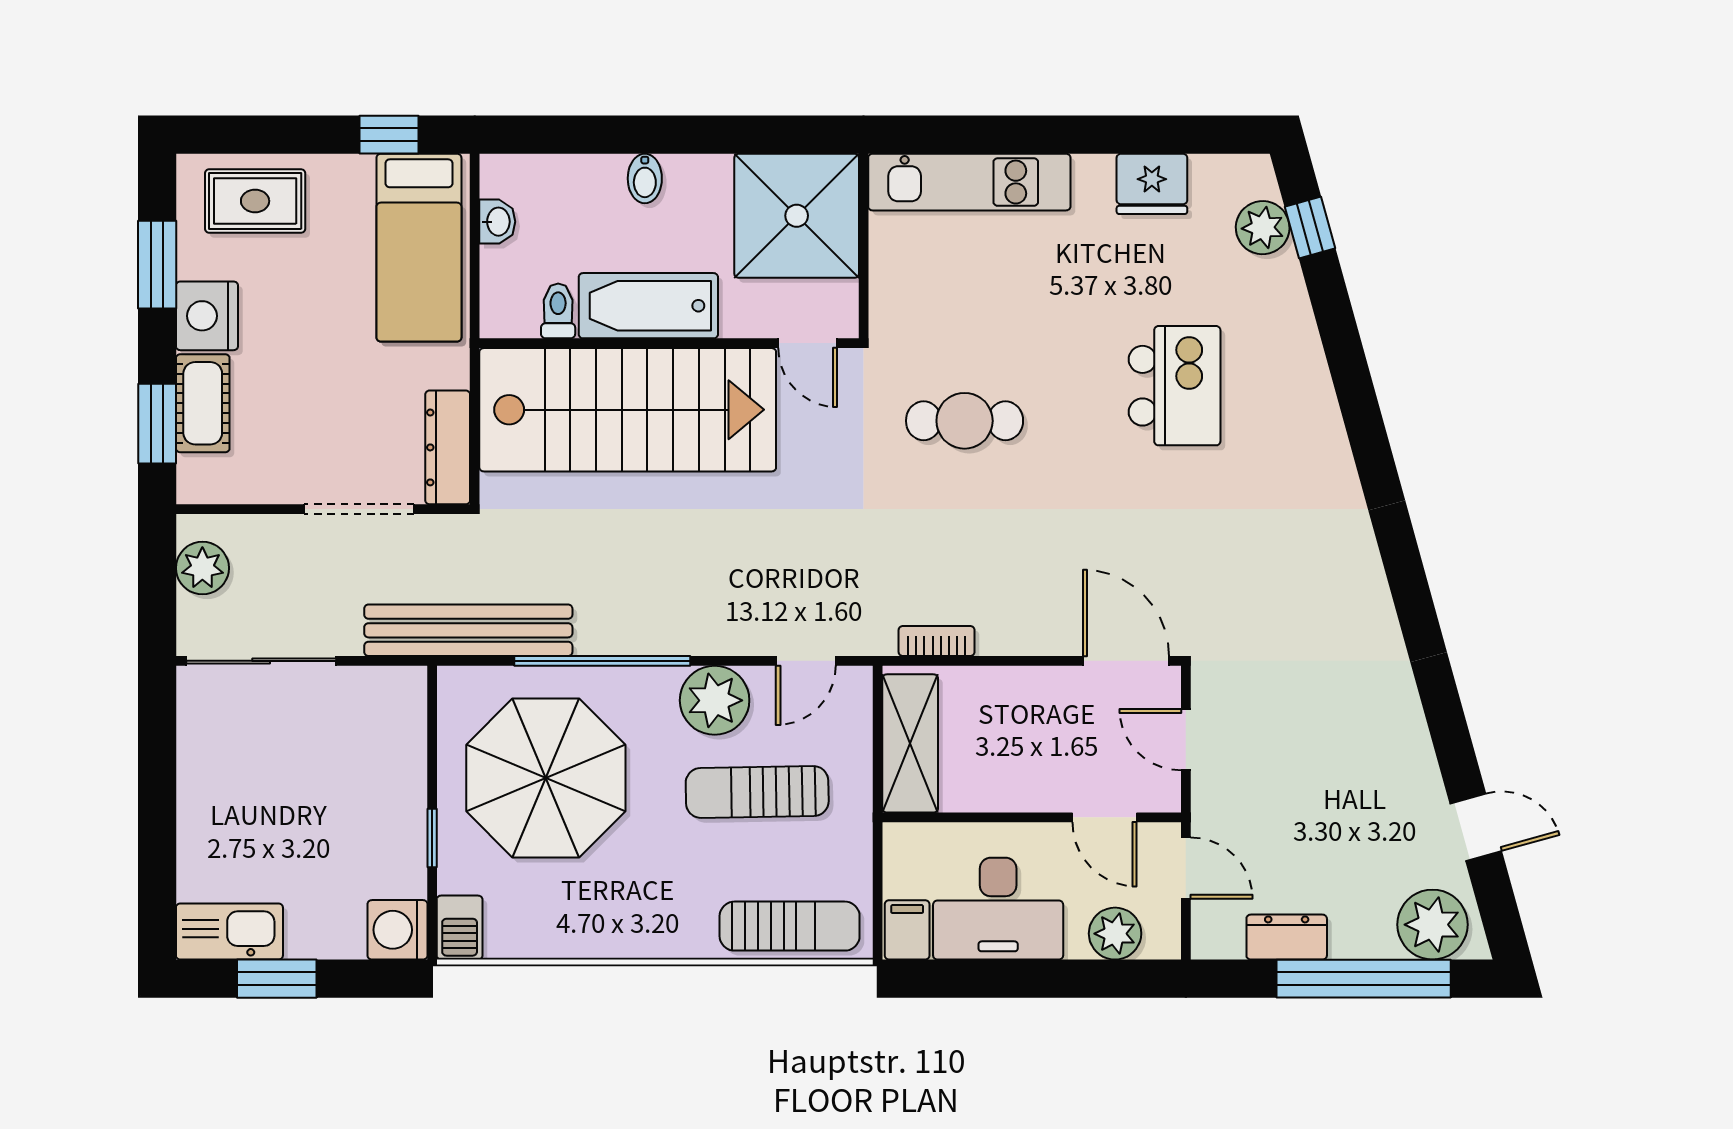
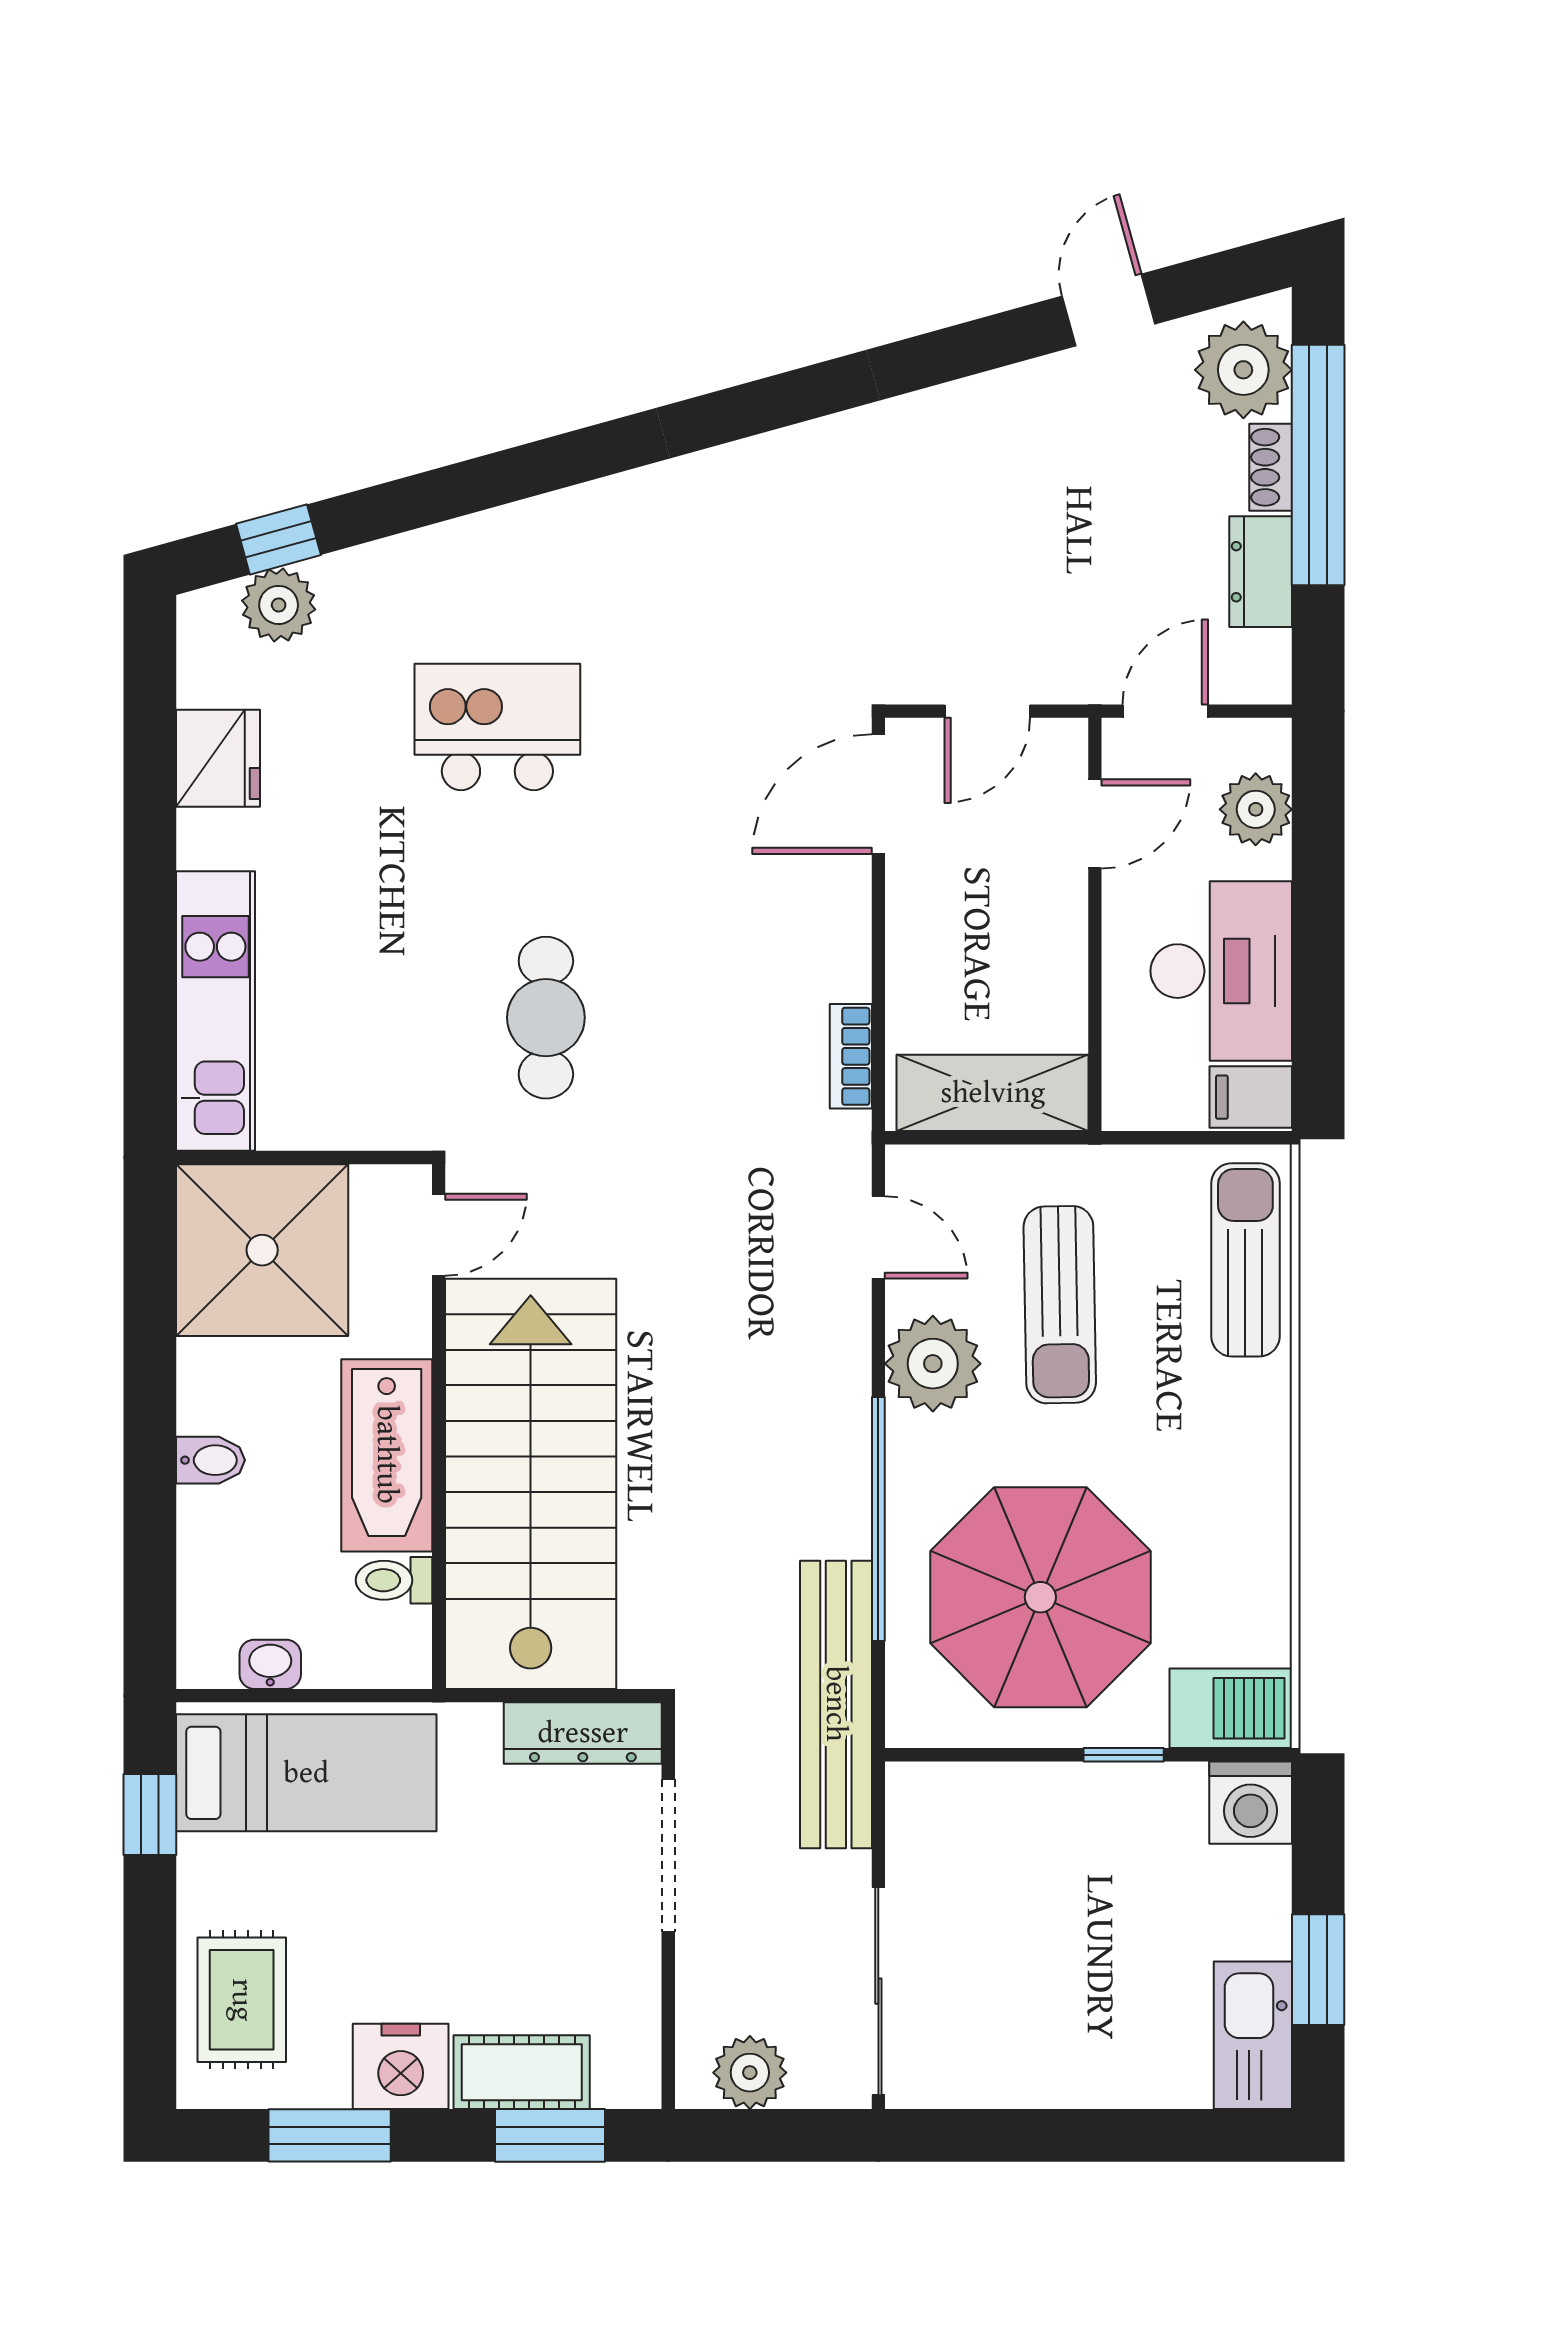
barbecue: (460, 928) -> (1231, 1708), width x1.38, depth x1.27
shoe rack: (1362, 944) -> (1271, 467), added

